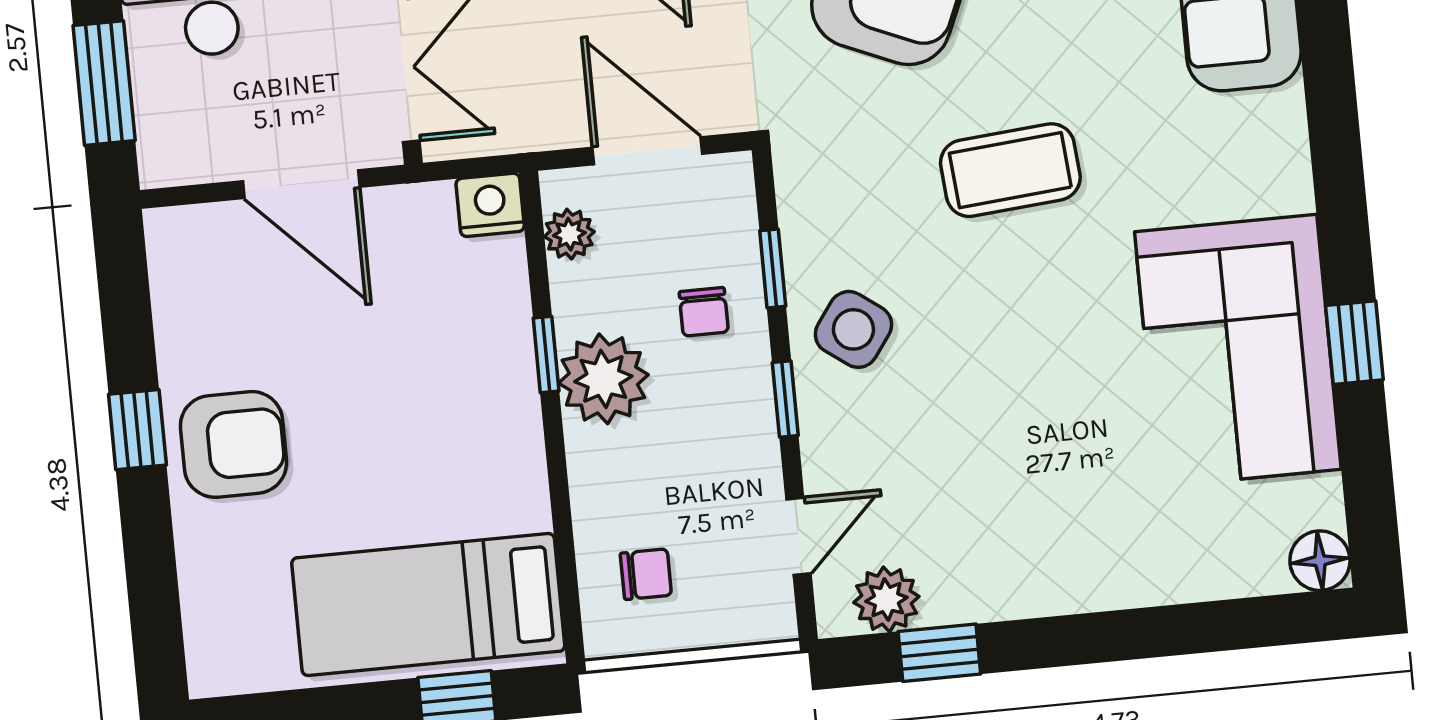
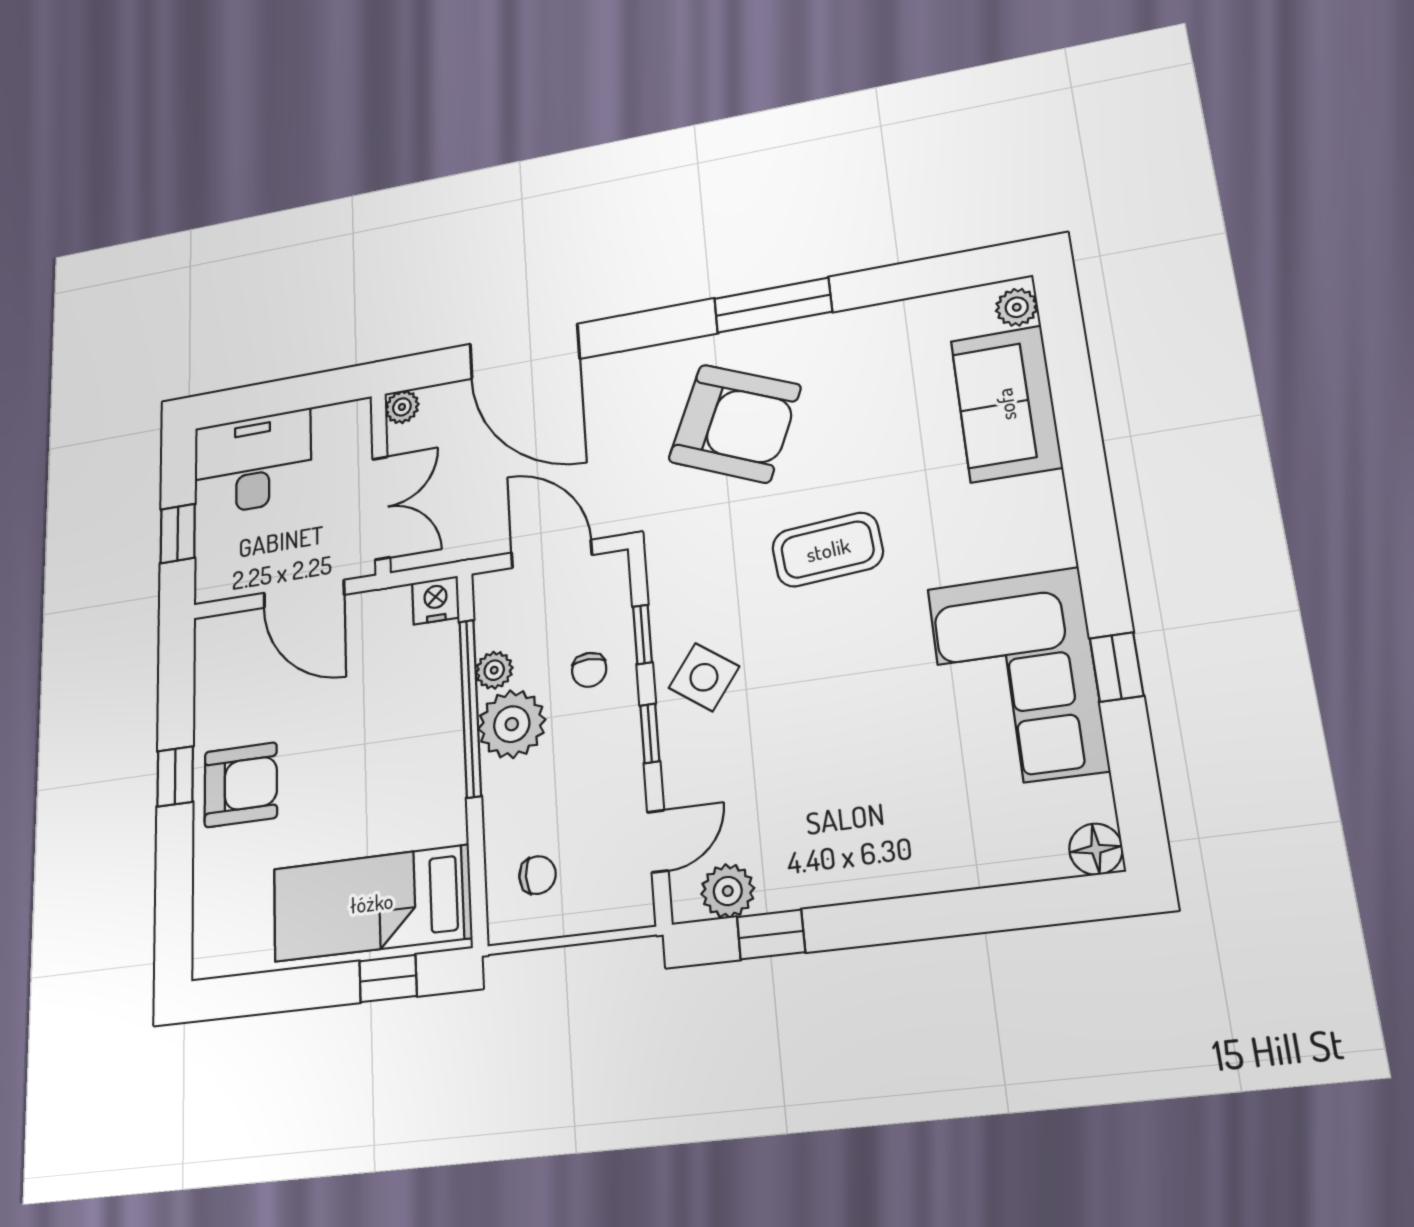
window: (104, 83) -> (178, 533), width x0.67
plant: (569, 234) -> (494, 670), moved
window: (546, 354) -> (470, 708), width x3.17

